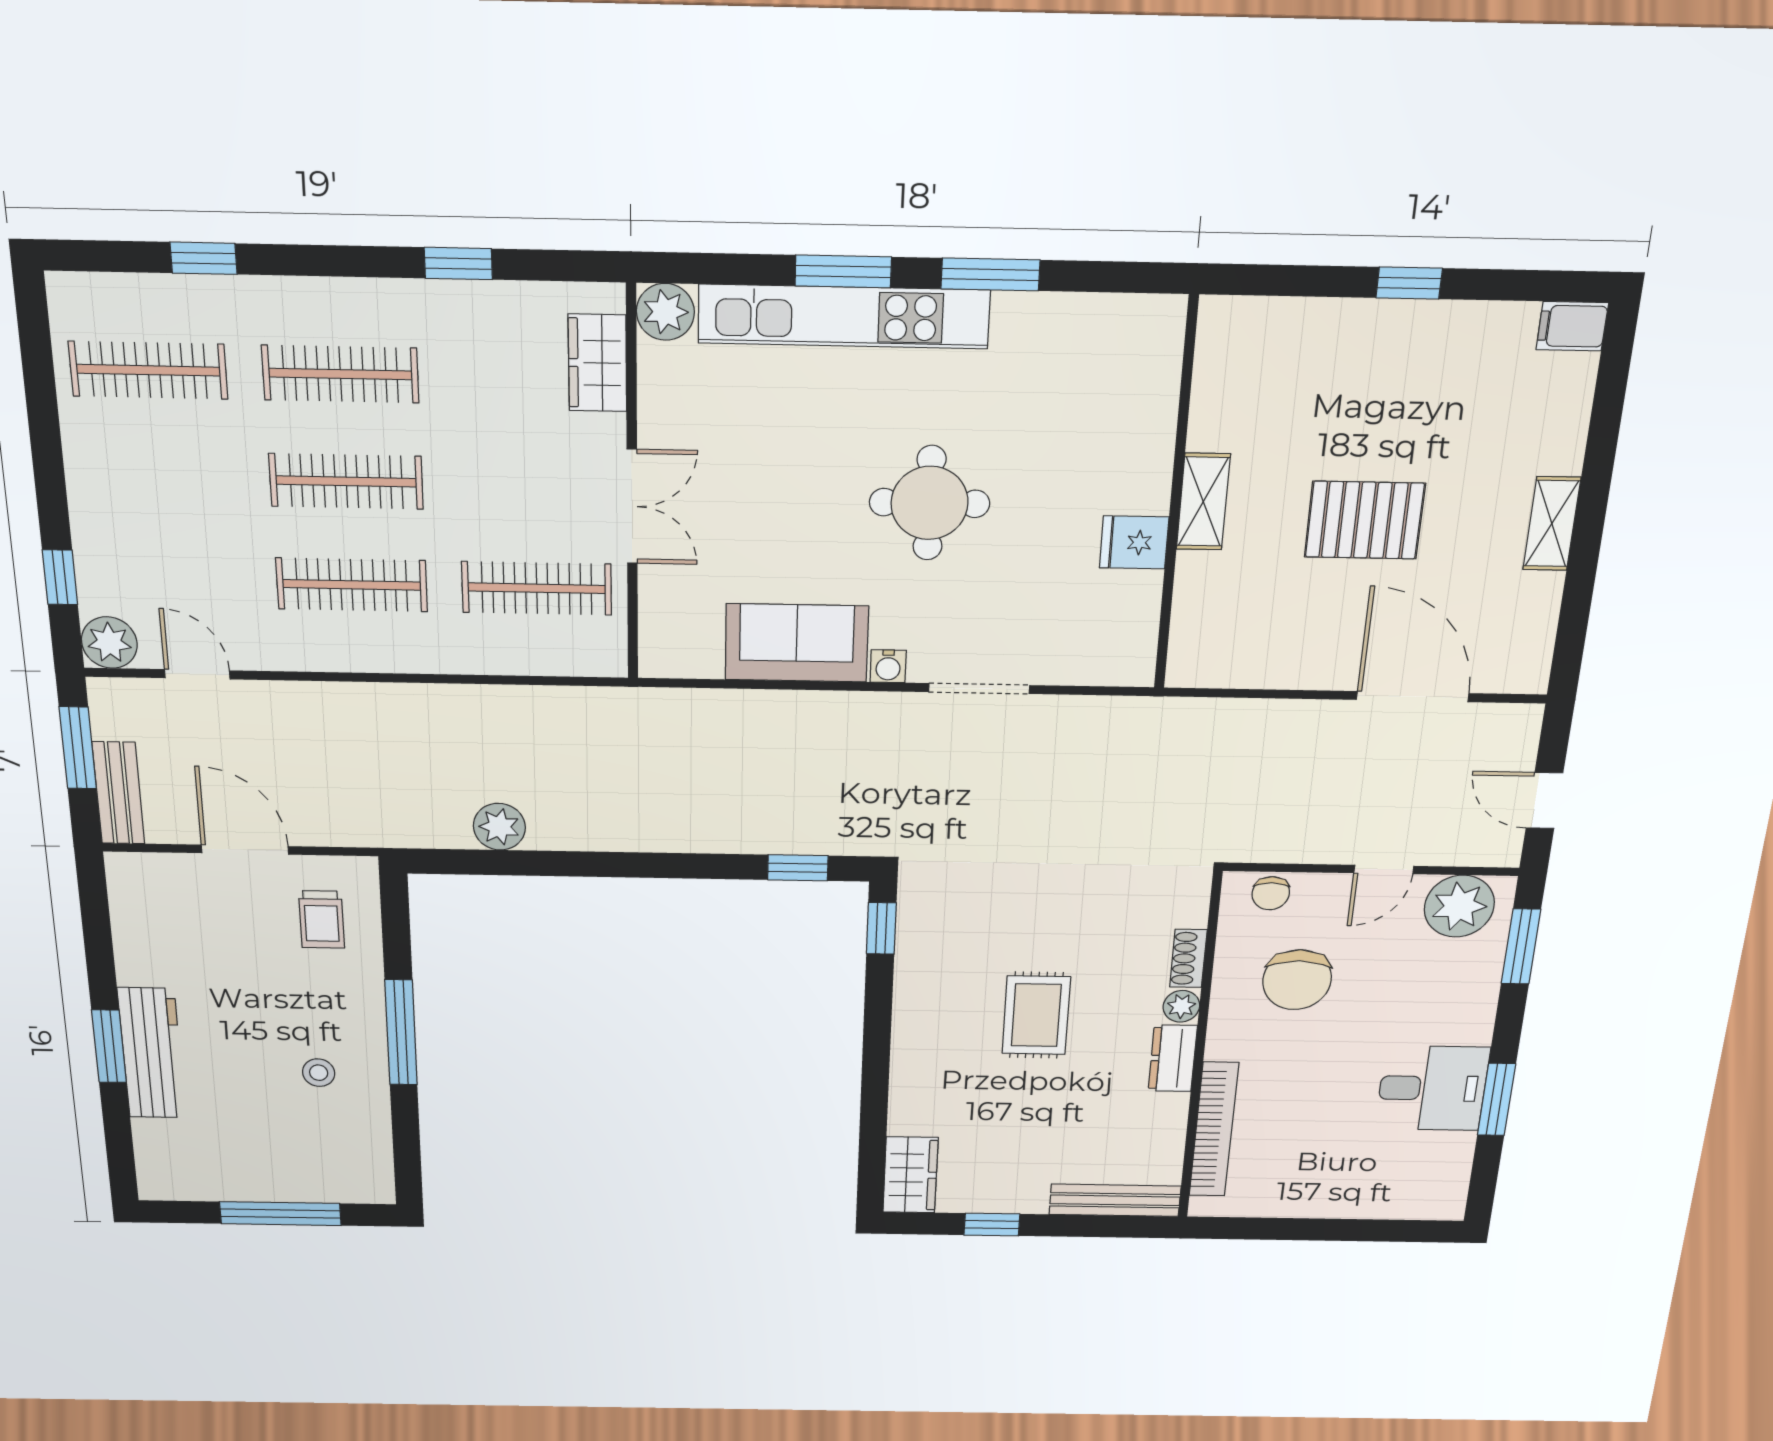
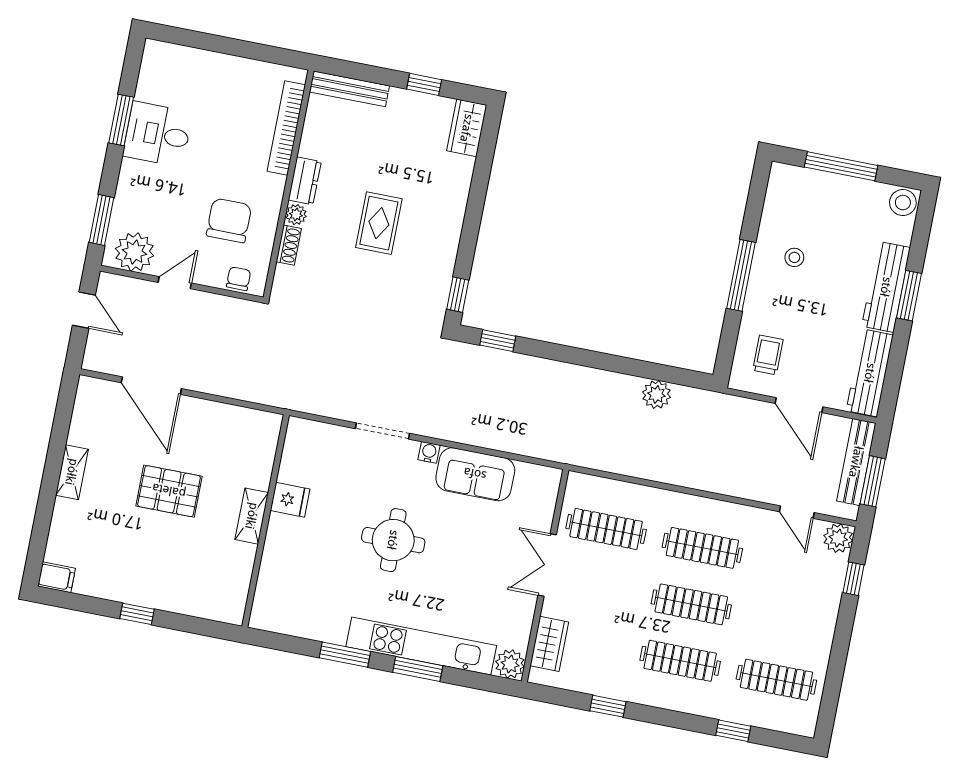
bench: (118, 793) -> (856, 462), width x1.36
workbench: (138, 920) -> (870, 373), added
stool: (163, 1178) -> (903, 203), added

